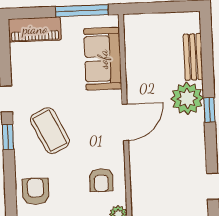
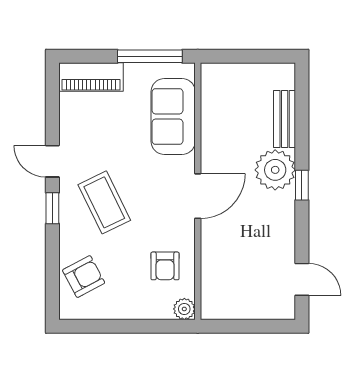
armchair: (36, 191) -> (84, 276), turned 62

